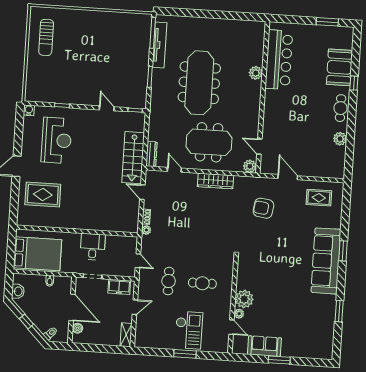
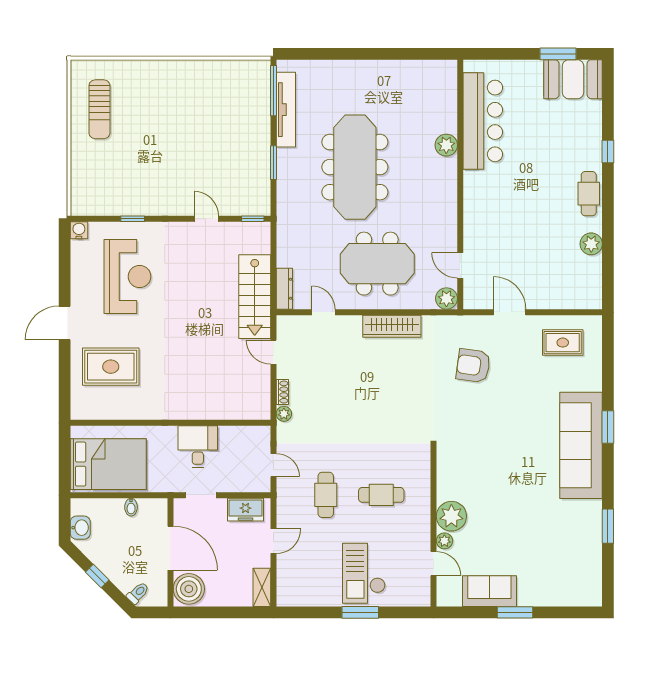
booth: (339, 67) -> (573, 79), moved, turned 90
boiler: (77, 328) -> (189, 589), width x1.86, depth x1.86
checkout: (189, 330) -> (364, 573), turned 180

